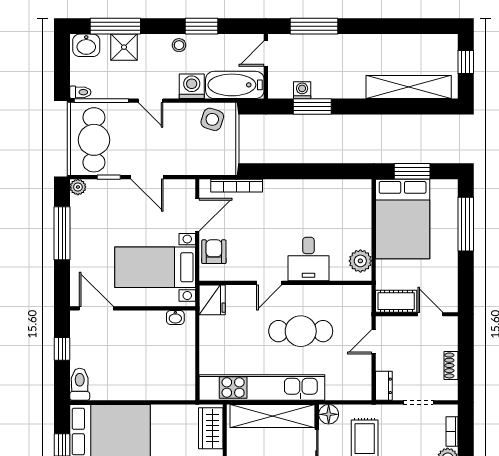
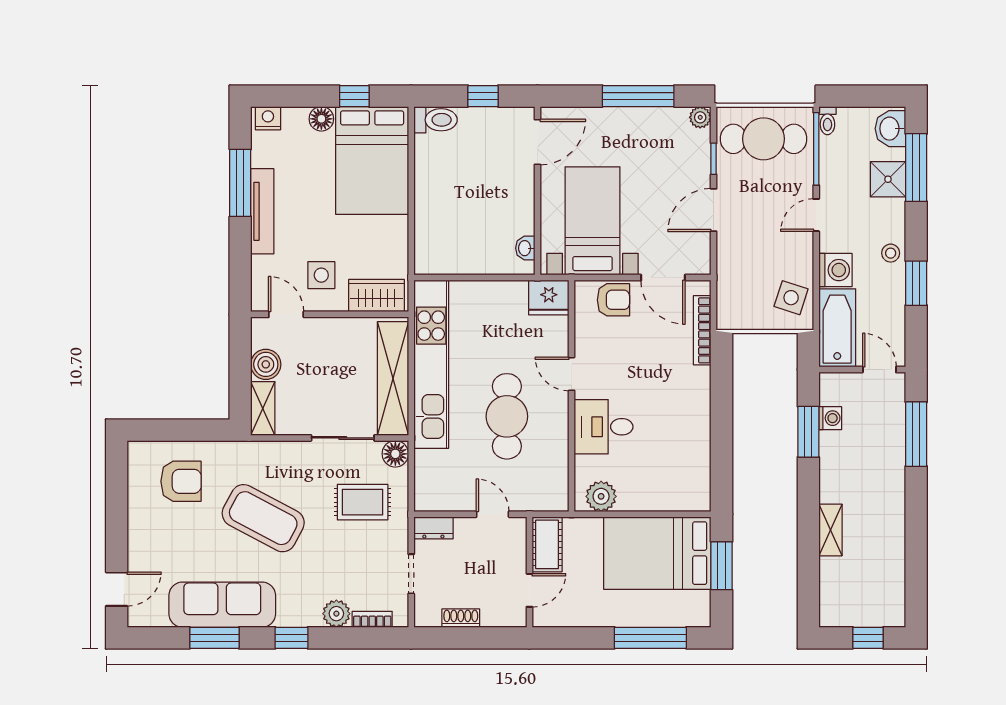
shelving: (409, 87) -> (830, 530), width x0.45, depth x0.75

